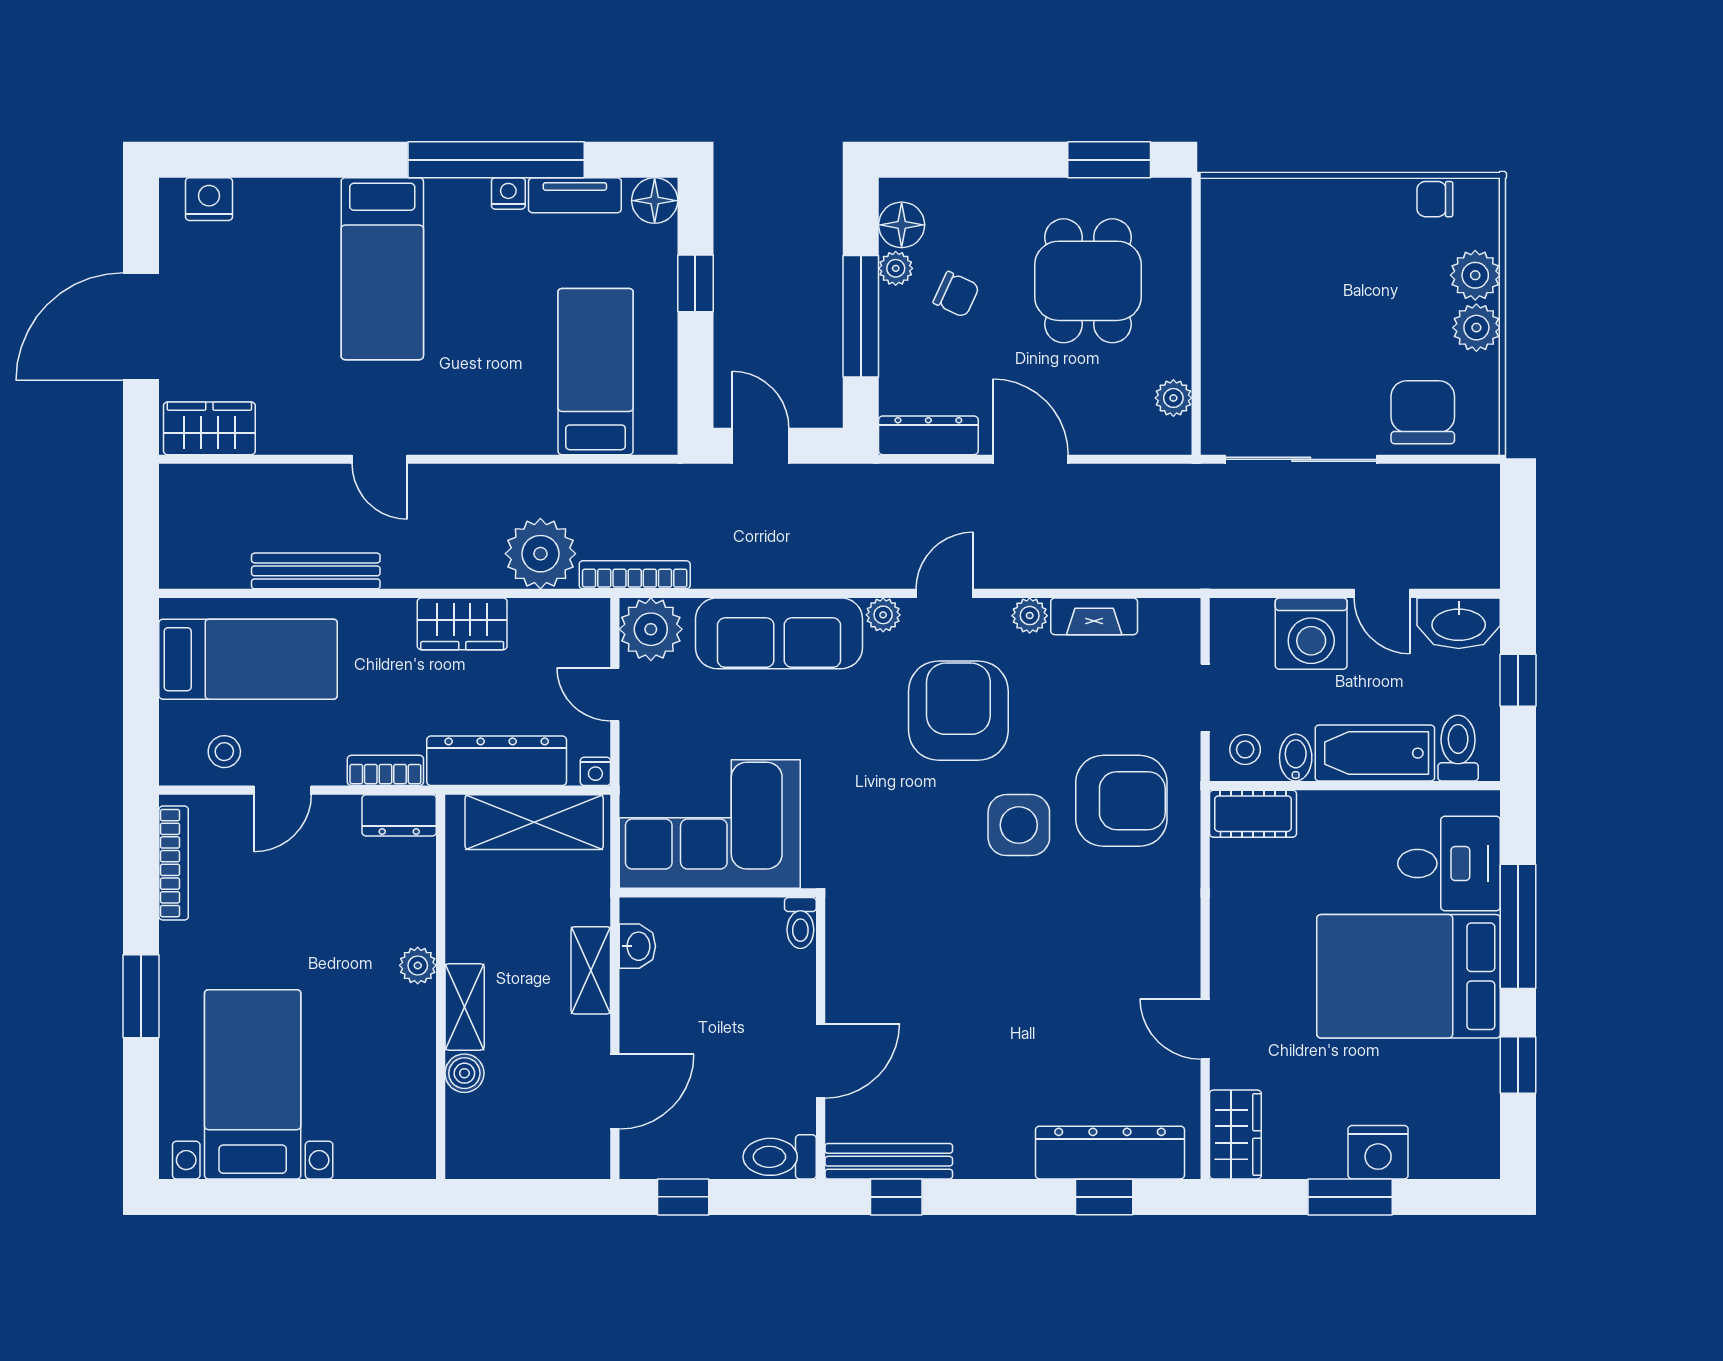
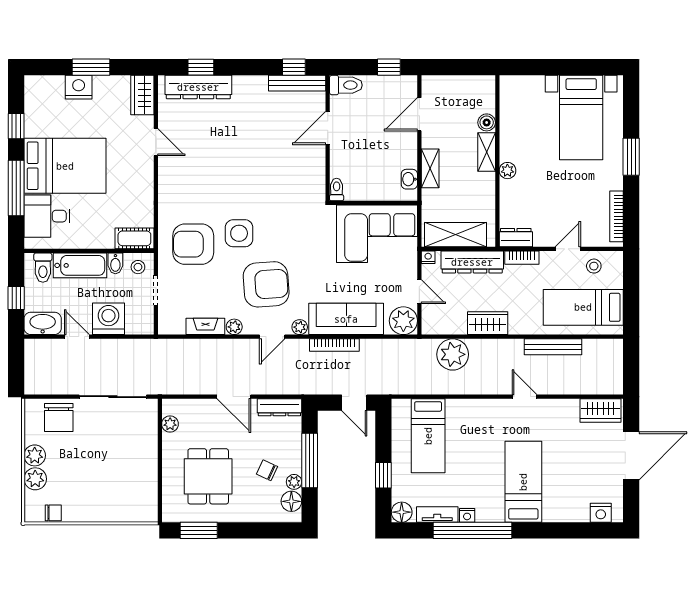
bookcase: (635, 575) -> (334, 345), moved
armchair: (958, 711) -> (266, 284), turned -94

